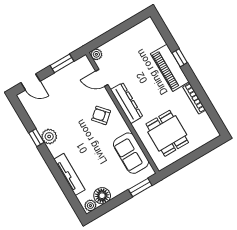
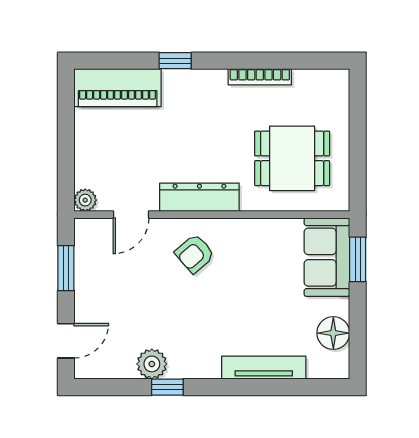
piano: (170, 68) -> (118, 88), moved
plant: (49, 136) -> (152, 364), moved
sofa: (131, 153) -> (327, 257), moved, turned 90
plant: (90, 206) -> (338, 363), removed

